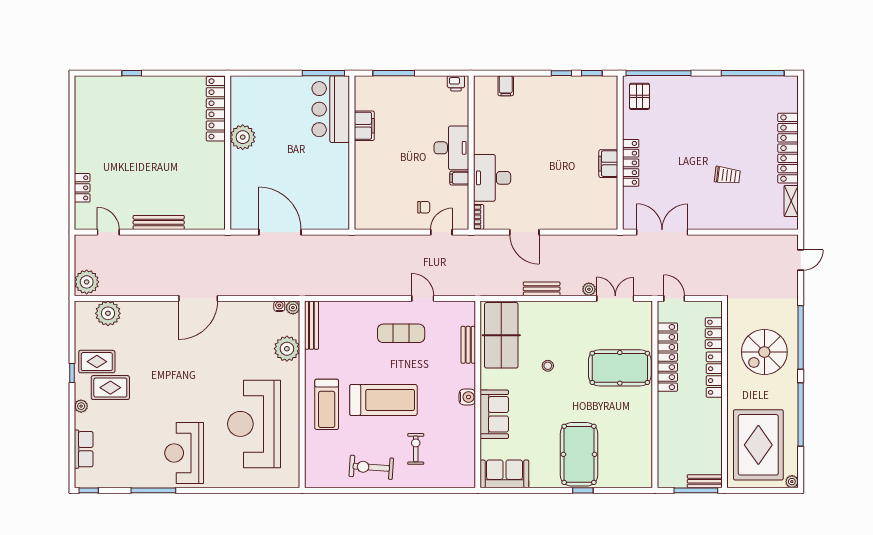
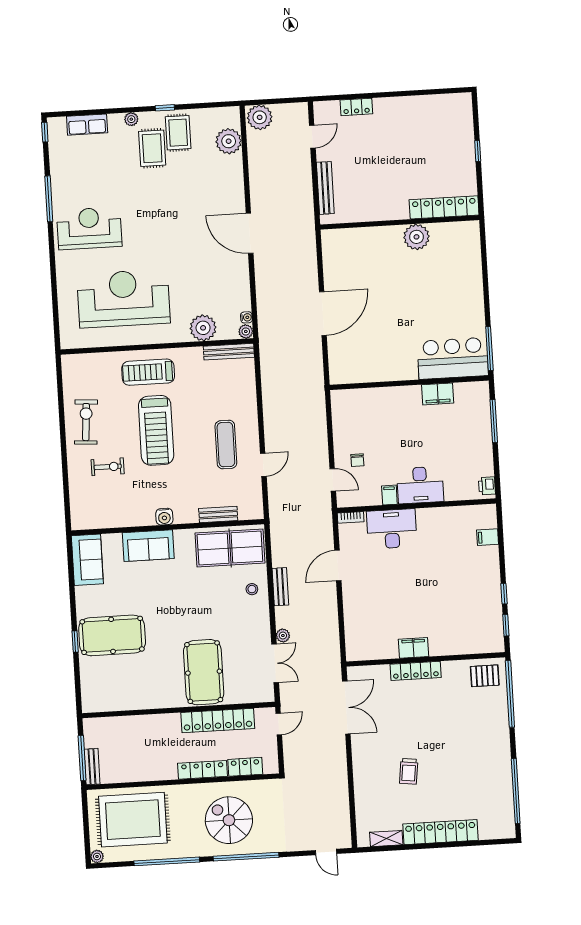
locker: (216, 109) -> (444, 207), moved
plant: (243, 137) -> (416, 237), moved
wall: (228, 153) -> (400, 222), moved
stool: (548, 366) -> (252, 589), moved

